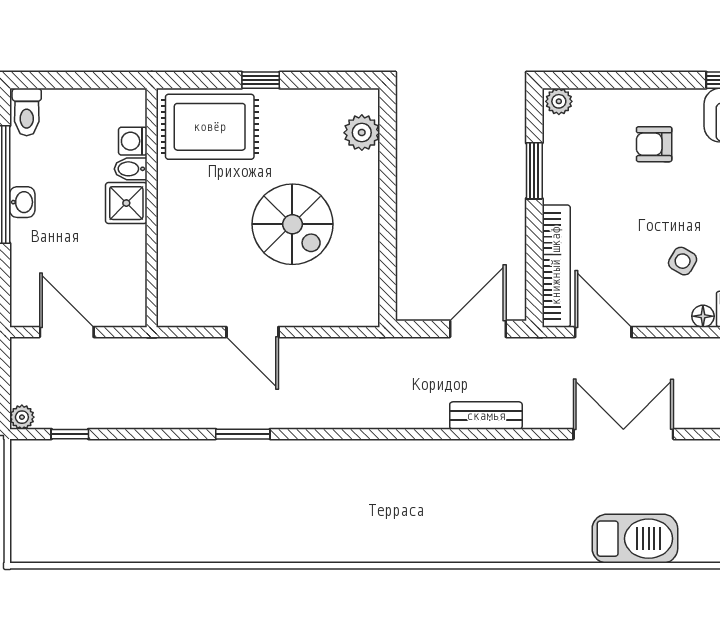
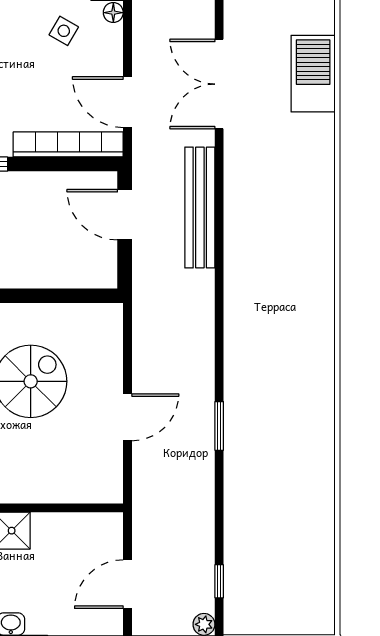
door: (603, 332) -> (128, 102), hinge flipped
bench: (486, 416) -> (200, 208), width x1.86, depth x1.21

